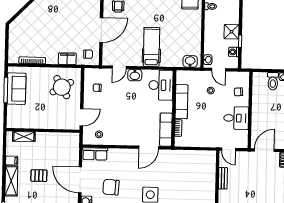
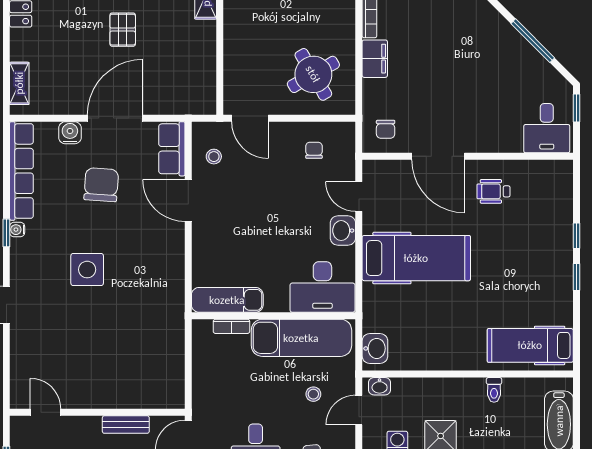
hospital bed: (152, 47) -> (416, 258), width x1.37, depth x1.29
filing cabinet: (67, 59) -> (375, 59), moved
exam couch: (181, 102) -> (301, 338), width x1.36, depth x1.45
door: (149, 147) -> (188, 201), moved

